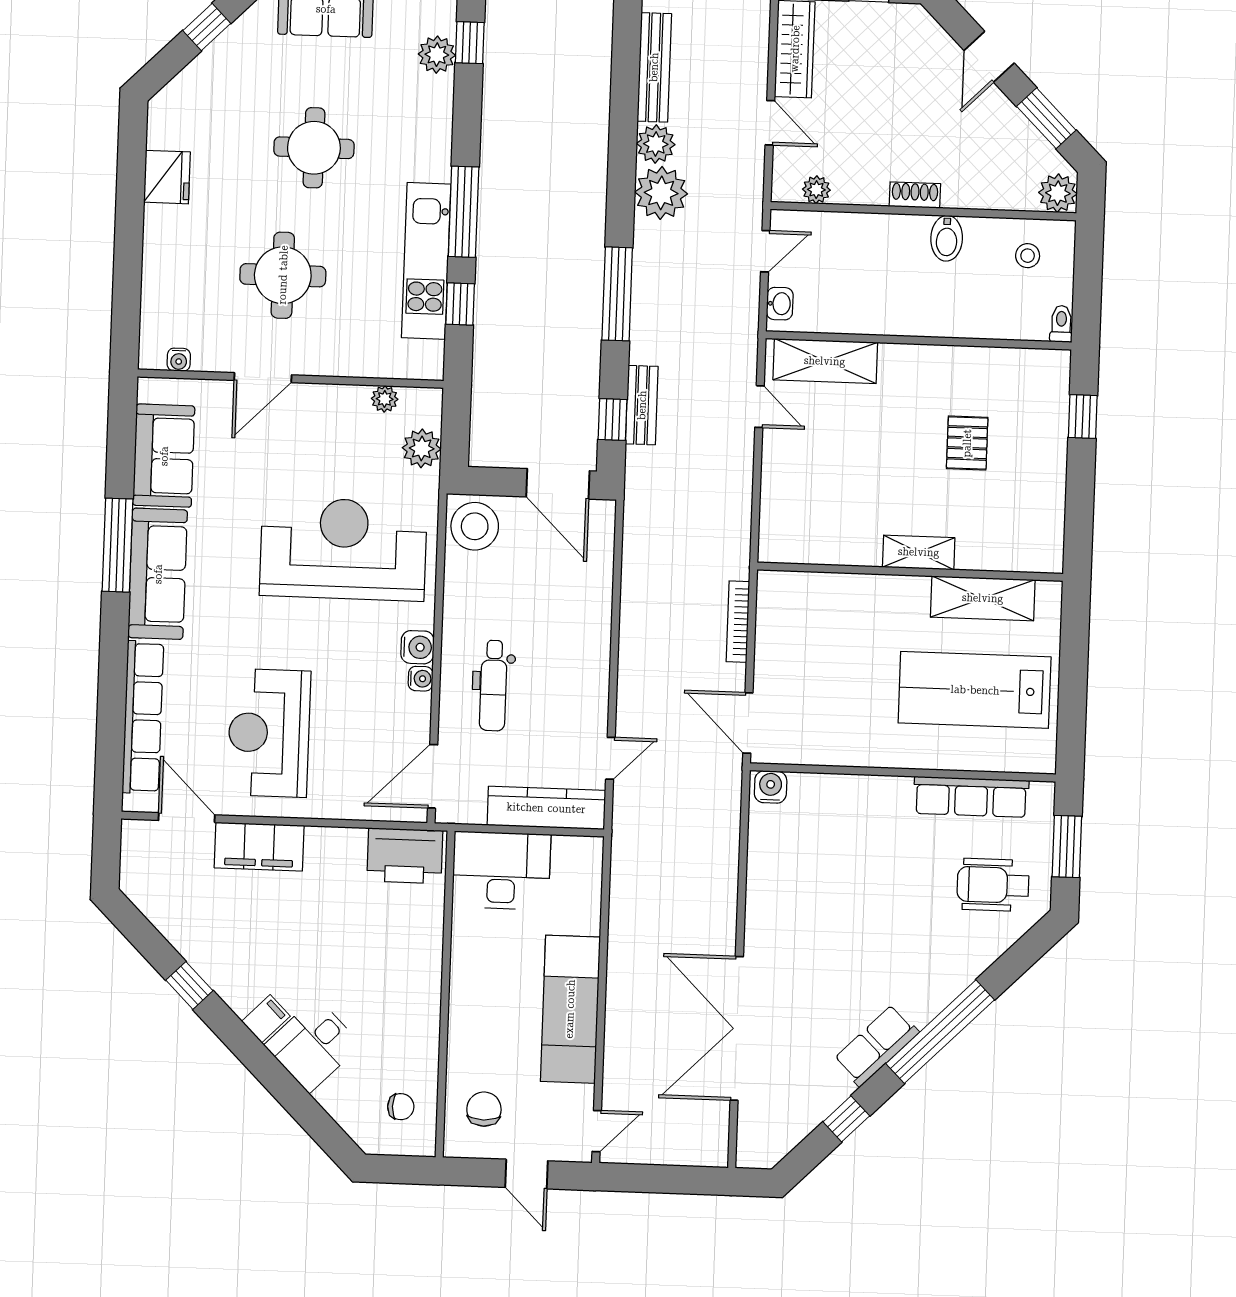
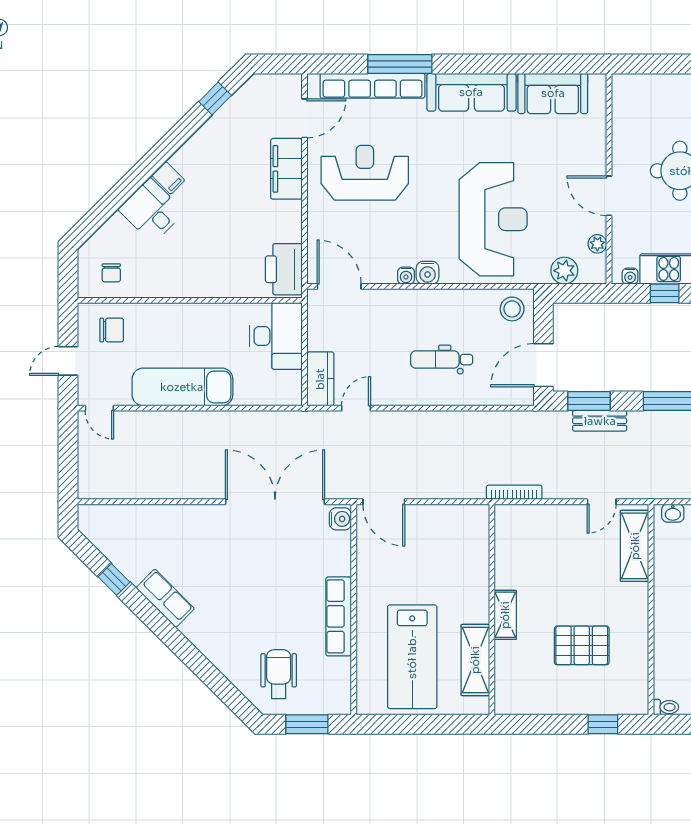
water cooler: (179, 360) -> (630, 276), moved, turned -90
door: (263, 378) -> (609, 196), moved
window: (613, 419) -> (589, 401), width x1.50
pallet: (967, 443) -> (582, 645), width x1.50, depth x1.42
stool: (475, 526) -> (512, 309), width x0.73, depth x0.73
window: (117, 545) -> (400, 64), moved
bookcase: (738, 622) -> (514, 492), moved
dental chair: (493, 686) -> (442, 360), moved
lab bench: (975, 690) -> (412, 657), turned 180
door: (748, 723) -> (384, 502), swing flipped
door: (610, 758) -> (356, 408), swing flipped
row of seats: (971, 797) -> (339, 616), moved
kitchen counter: (546, 808) -> (320, 379), width x0.67
window: (189, 985) -> (215, 99), moved
double door: (737, 1028) -> (275, 502), moved
window: (940, 1032) -> (176, 642), removed

